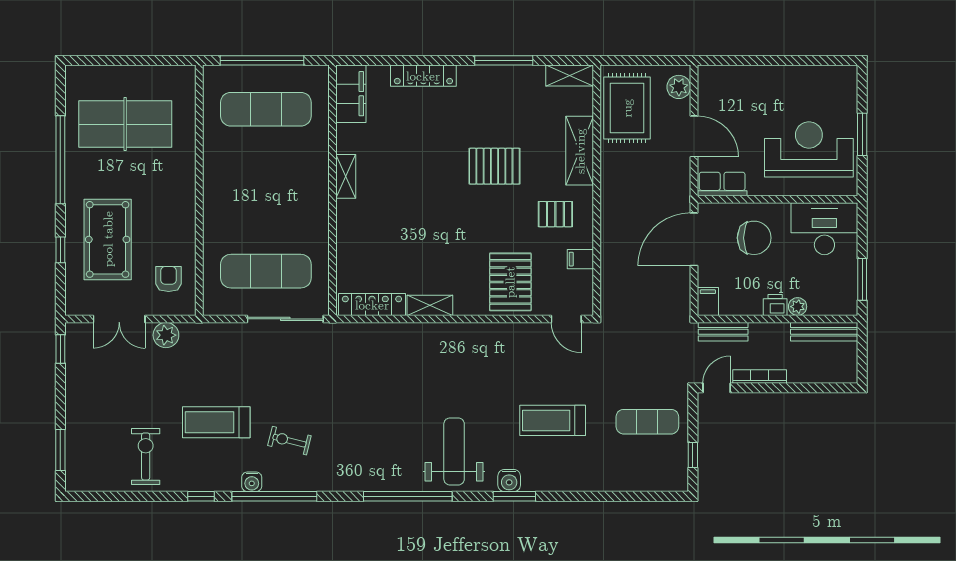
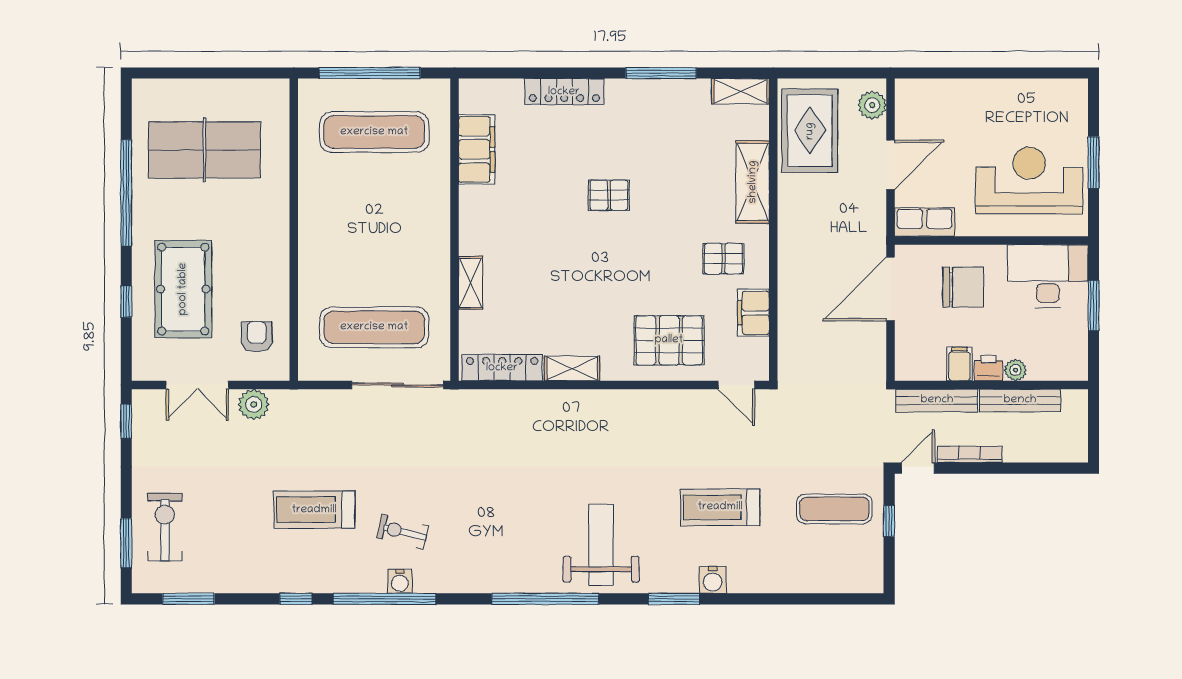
filing cabinet: (351, 94) -> (477, 149), moved
door: (694, 136) -> (890, 165), hinge flipped
pallet: (494, 166) -> (609, 195), moved, width x0.67, depth x0.71
shelving: (346, 176) -> (471, 283), moved
filing cabinet: (580, 259) -> (753, 313), width x2.00
window: (862, 279) -> (1093, 306), moved
pallet: (510, 282) -> (669, 340), turned 90
filing cabinet: (708, 302) -> (960, 364), moved
bench: (723, 332) -> (937, 400), width x1.36
bench: (824, 332) -> (1020, 400), moved
window: (693, 455) -> (889, 521), moved
exercise bike: (146, 456) -> (165, 527), moved
water cooler: (509, 481) -> (713, 580), moved
water cooler: (252, 482) -> (400, 581), moved
window: (112, 496) -> (189, 599), added

